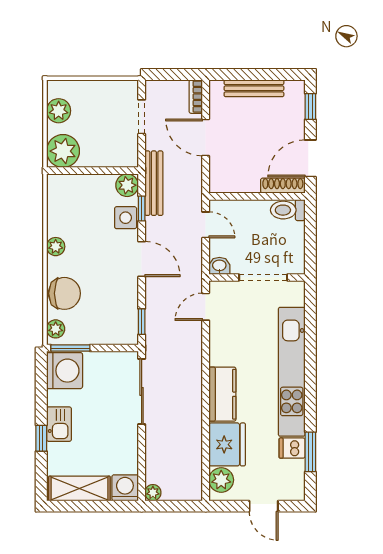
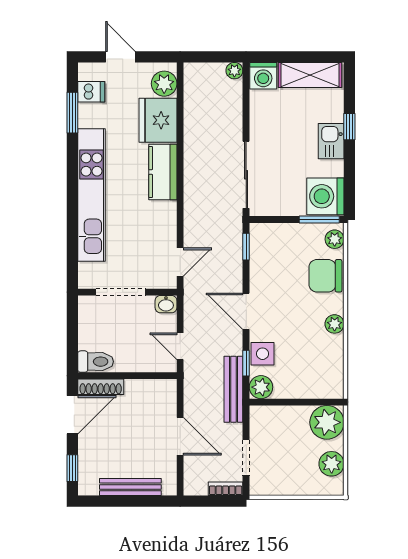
bookcase: (196, 97) -> (226, 489), moved, turned -90
dishwasher: (292, 448) -> (91, 92), moved

